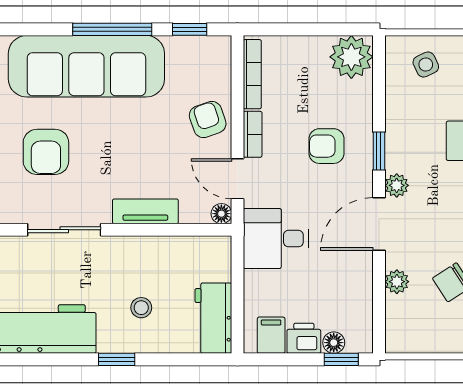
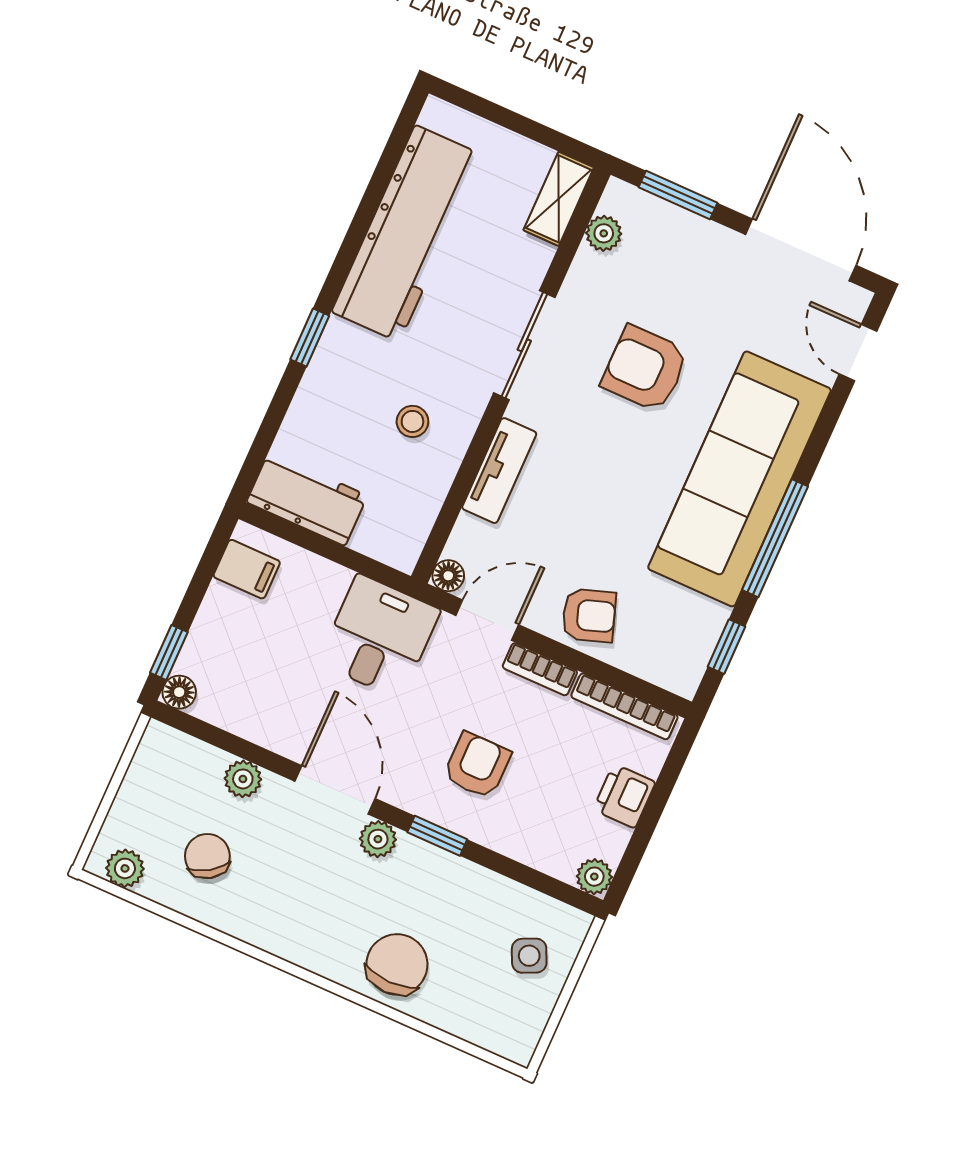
plant: (351, 57) -> (594, 877), width x0.53, depth x0.53
stool: (141, 308) -> (412, 421), moved
printer: (304, 338) -> (624, 796), moved, turned 180
floor lamp: (334, 343) -> (179, 692), moved

